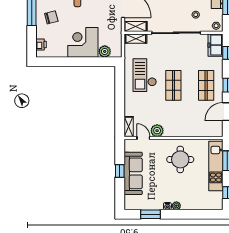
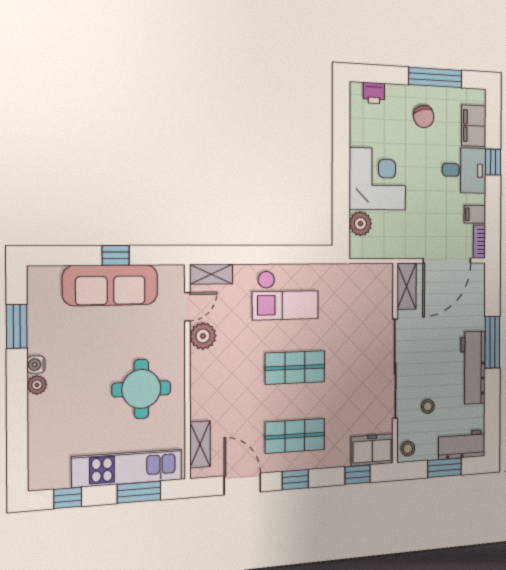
shelving: (136, 39) -> (200, 444), moved
checkout: (145, 75) -> (285, 295), moved, turned 180

